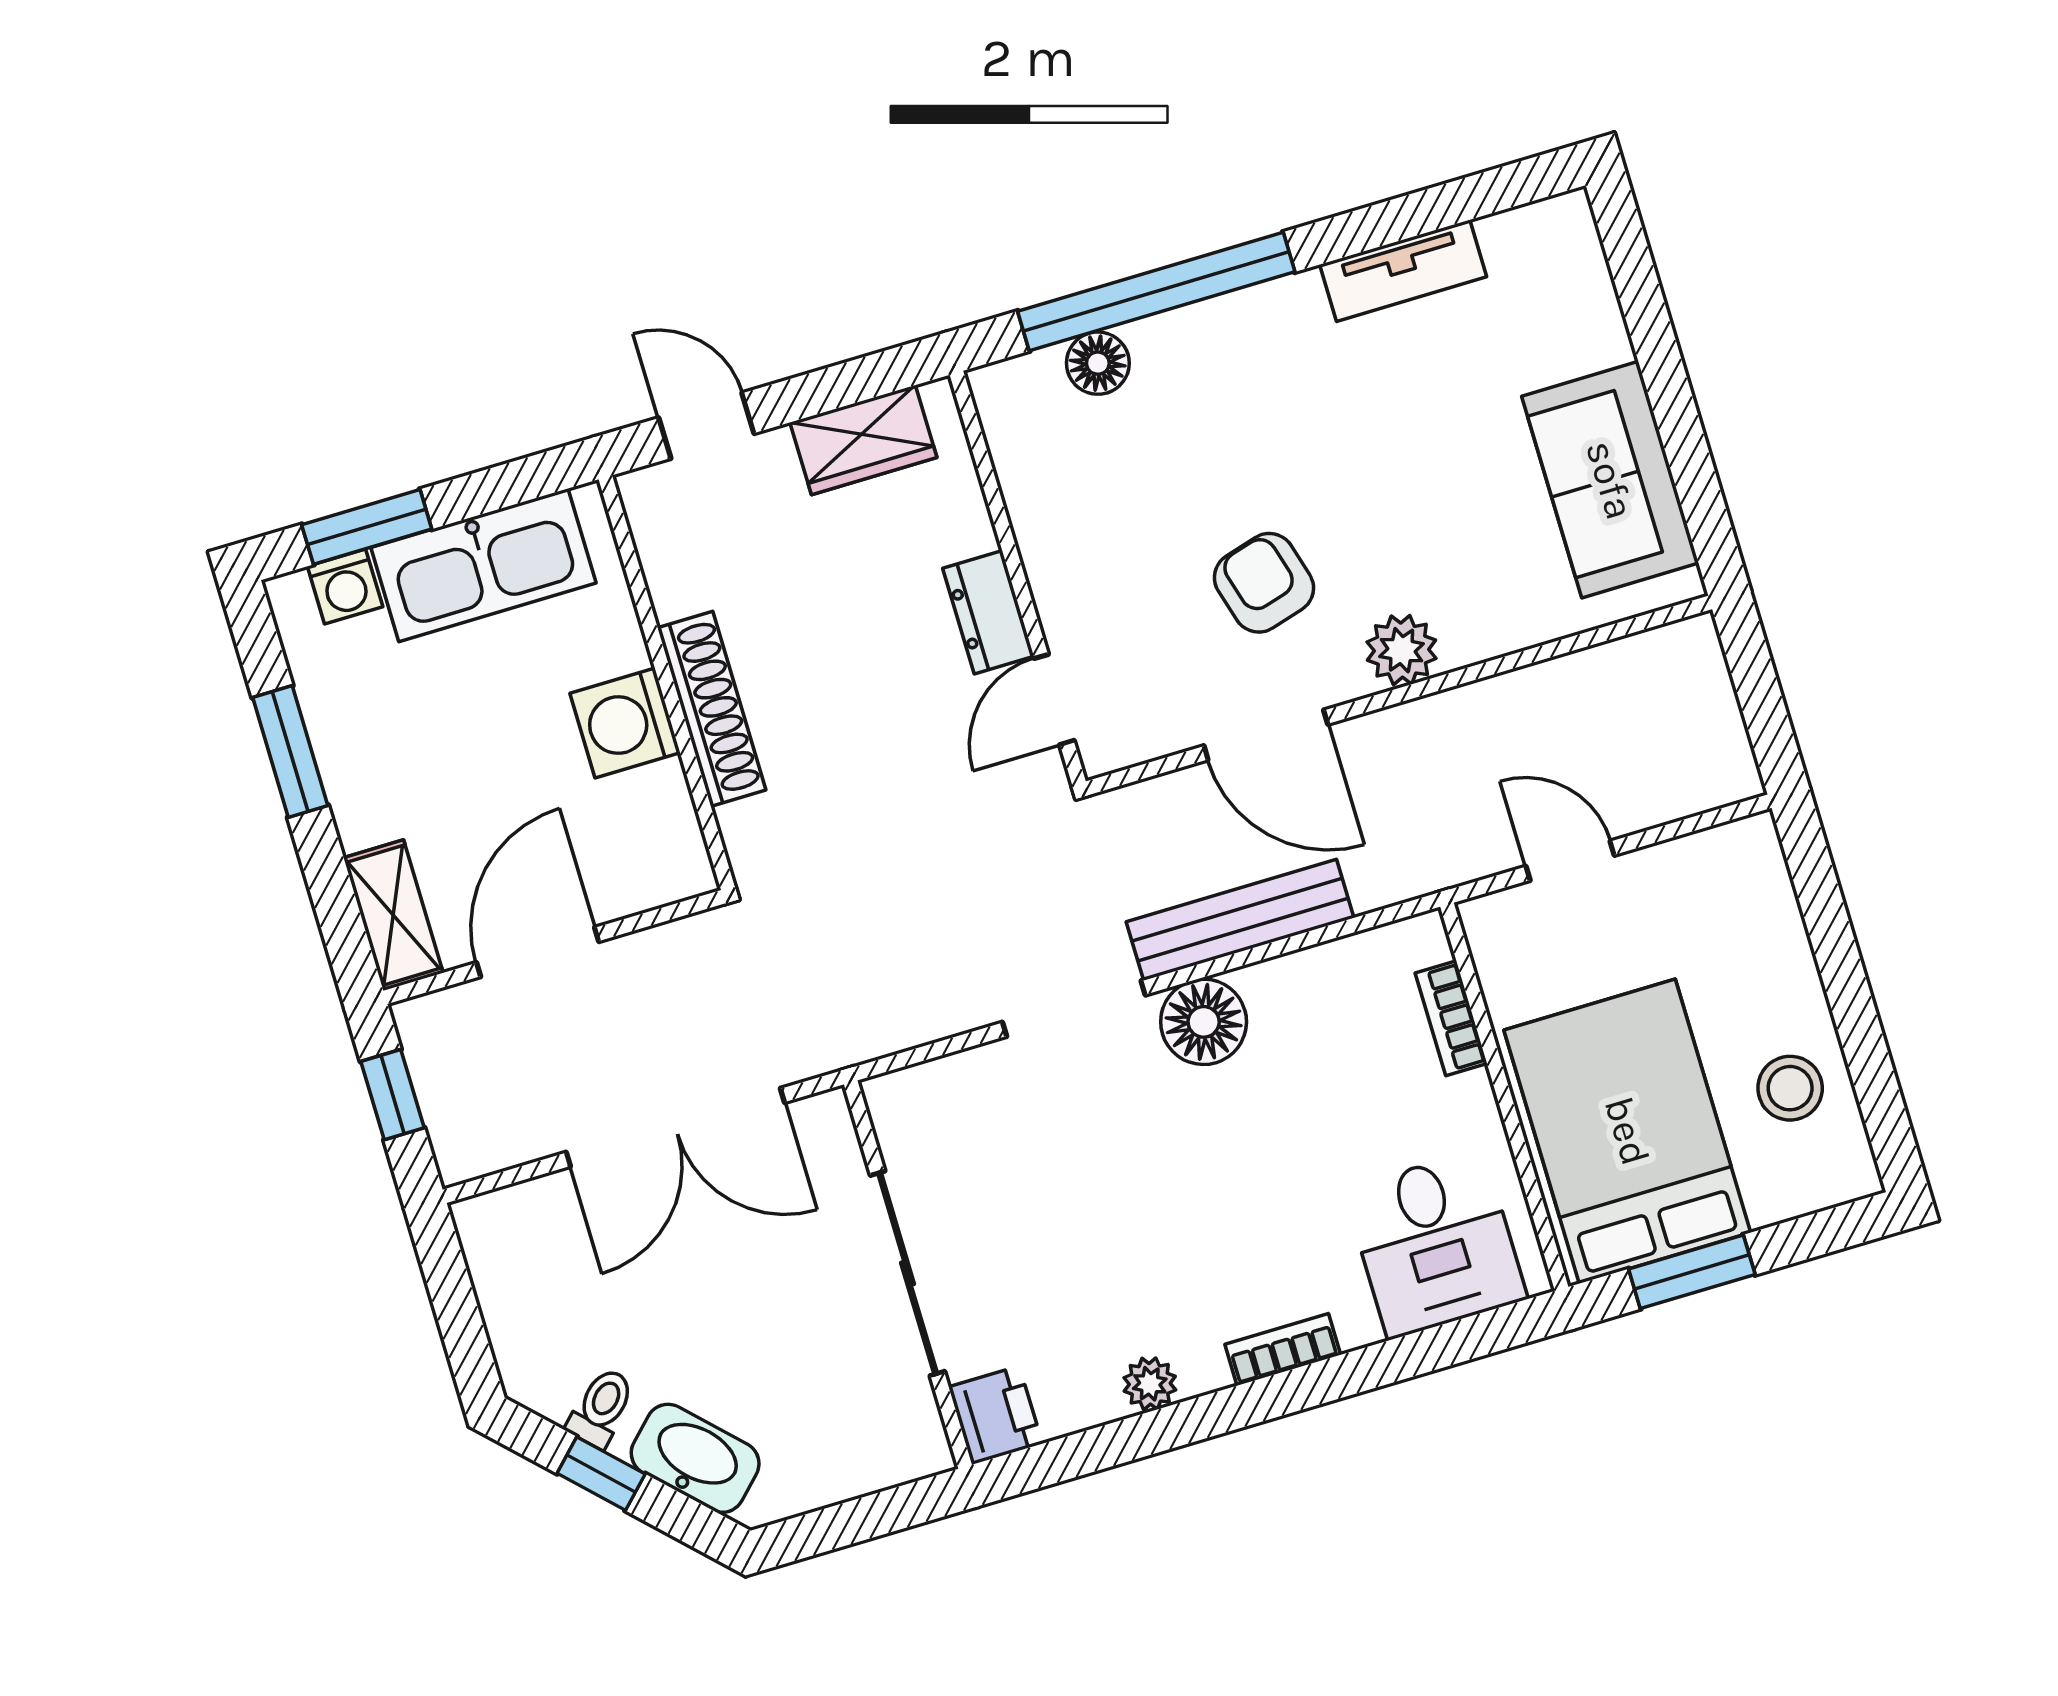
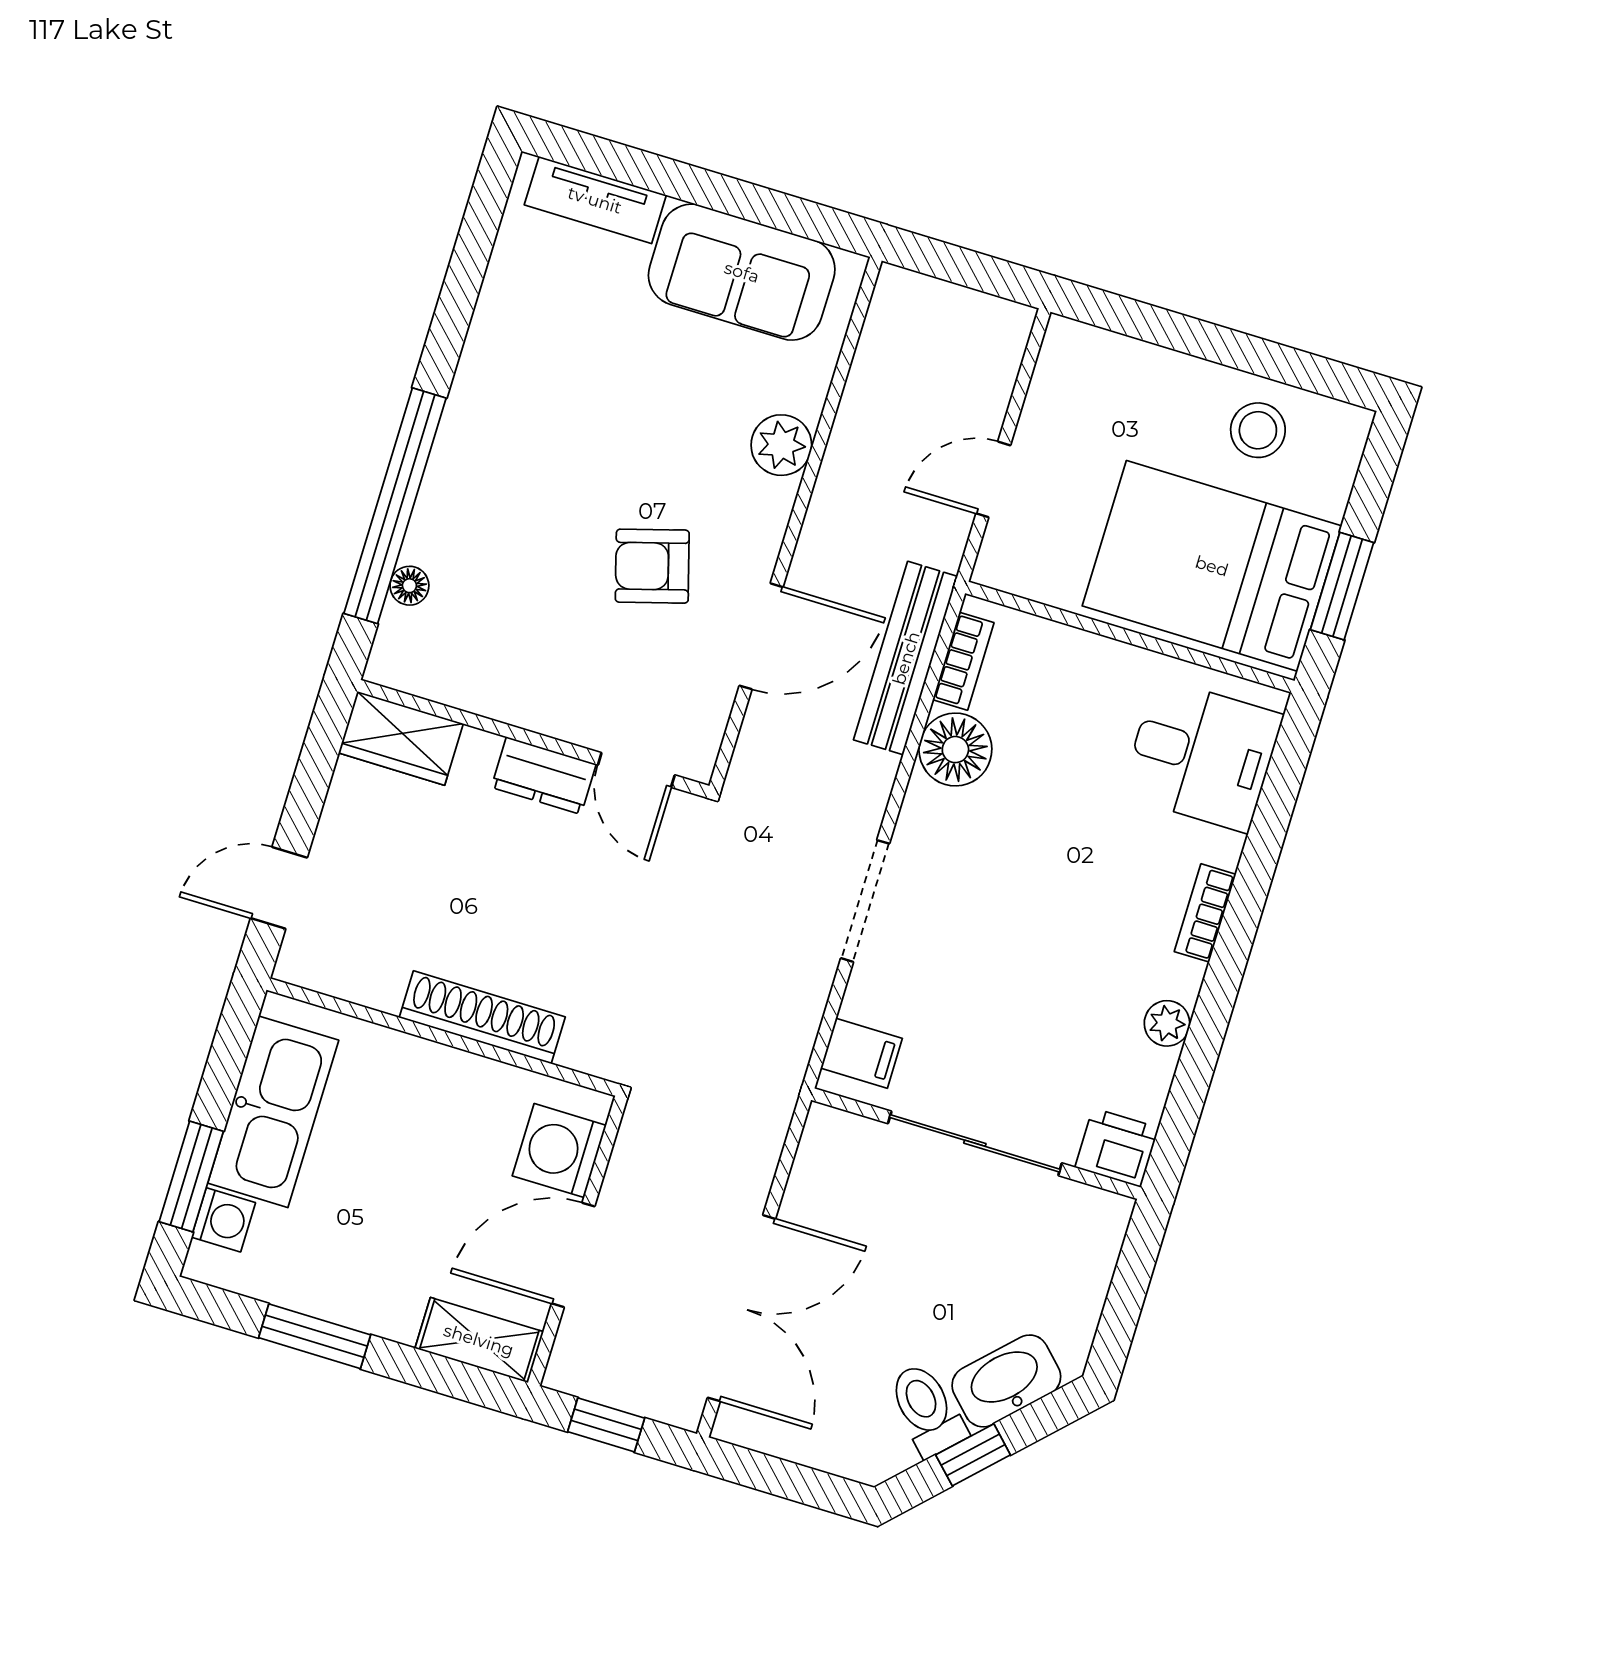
tv unit: (1403, 271) -> (595, 200), moved, turned 90
floor lamp: (1098, 363) -> (409, 586), width x0.73, depth x0.73
wardrobe: (863, 440) -> (401, 738), moved, turned 90
plant: (1402, 650) -> (781, 445), moved
washing machine: (625, 723) -> (559, 1151), moved, turned 90
bench: (1240, 920) -> (906, 658), moved
door: (538, 952) -> (573, 1255), hinge flipped
bookcase: (1451, 1018) -> (963, 661), moved, turned -90
floor lamp: (1204, 1022) -> (955, 750), moved
filing cabinet: (922, 1104) -> (861, 1053), added
double door: (675, 1127) -> (741, 1308), moved
toilet: (601, 1408) -> (927, 1410), width x1.37, depth x1.39

